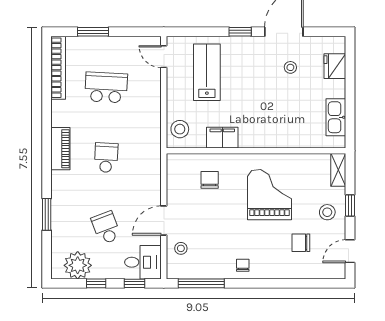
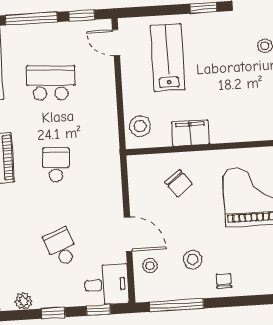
window: (93, 32) -> (31, 19), width x1.44
window: (136, 32) -> (82, 15), added
chair: (210, 180) -> (179, 183), turned 143
door: (164, 220) -> (128, 234), swing flipped
stool: (217, 245) -> (193, 259), added
plant: (78, 265) -> (23, 301), width x0.53, depth x0.53

